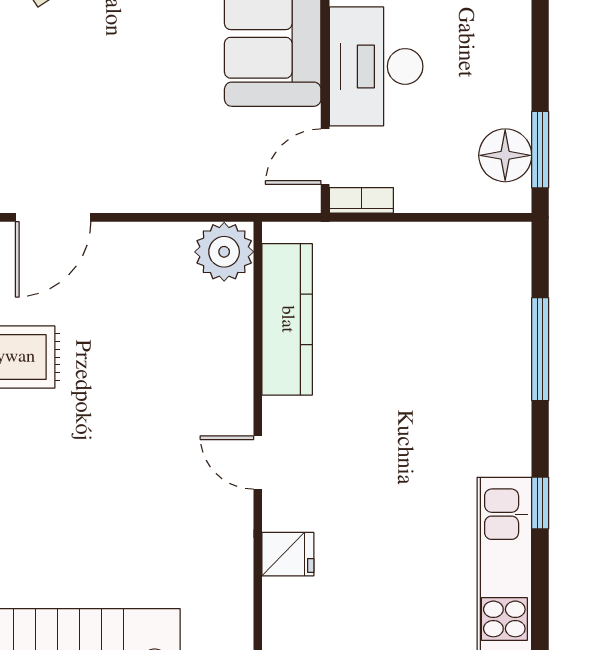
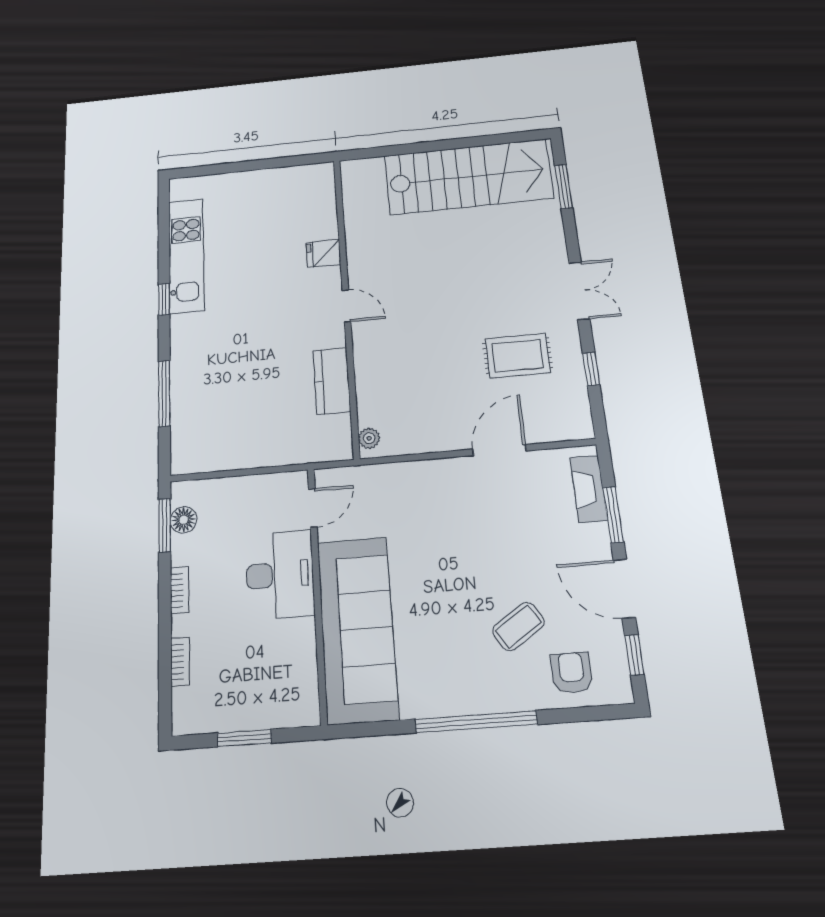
floor lamp: (505, 155) -> (184, 520), width x0.73, depth x0.73
bookcase: (361, 200) -> (180, 590), moved, turned -90
plant: (224, 252) -> (369, 438), width x0.53, depth x0.53
kitchen counter: (287, 319) -> (332, 381), width x0.67

